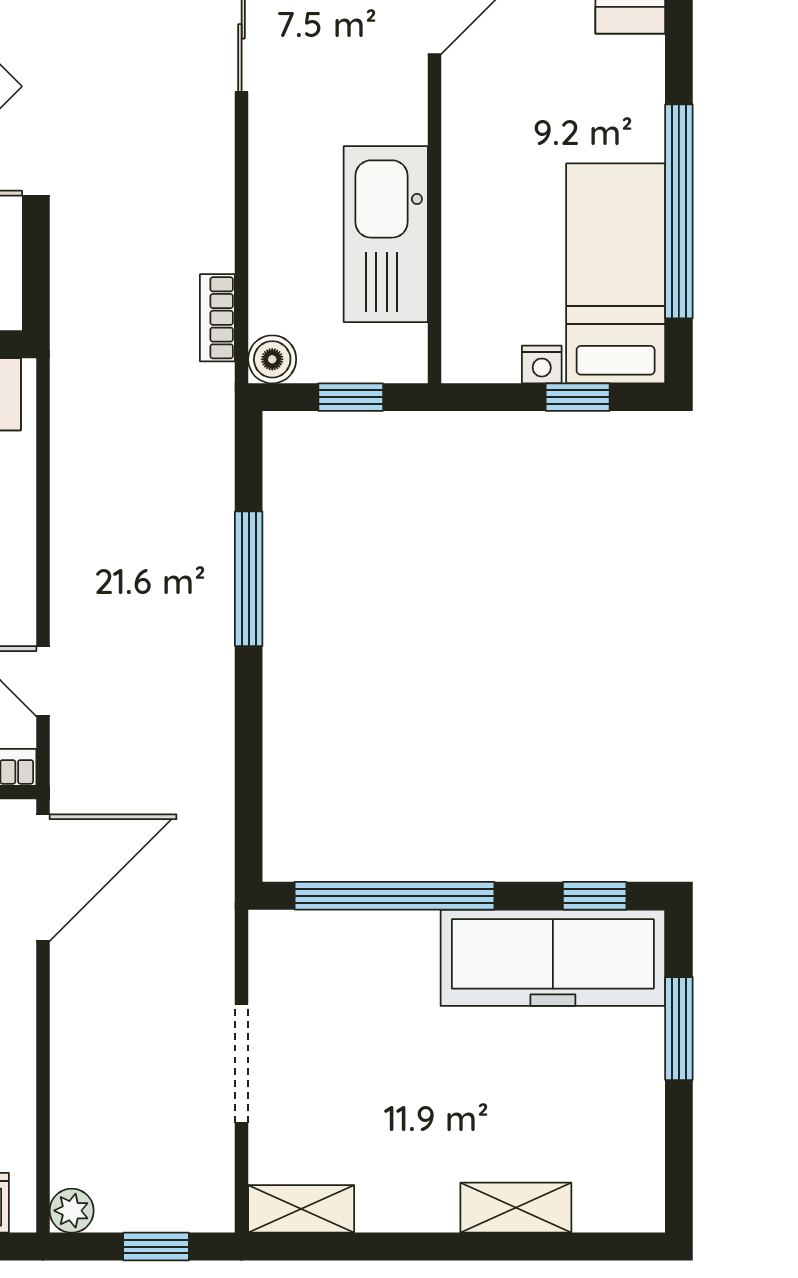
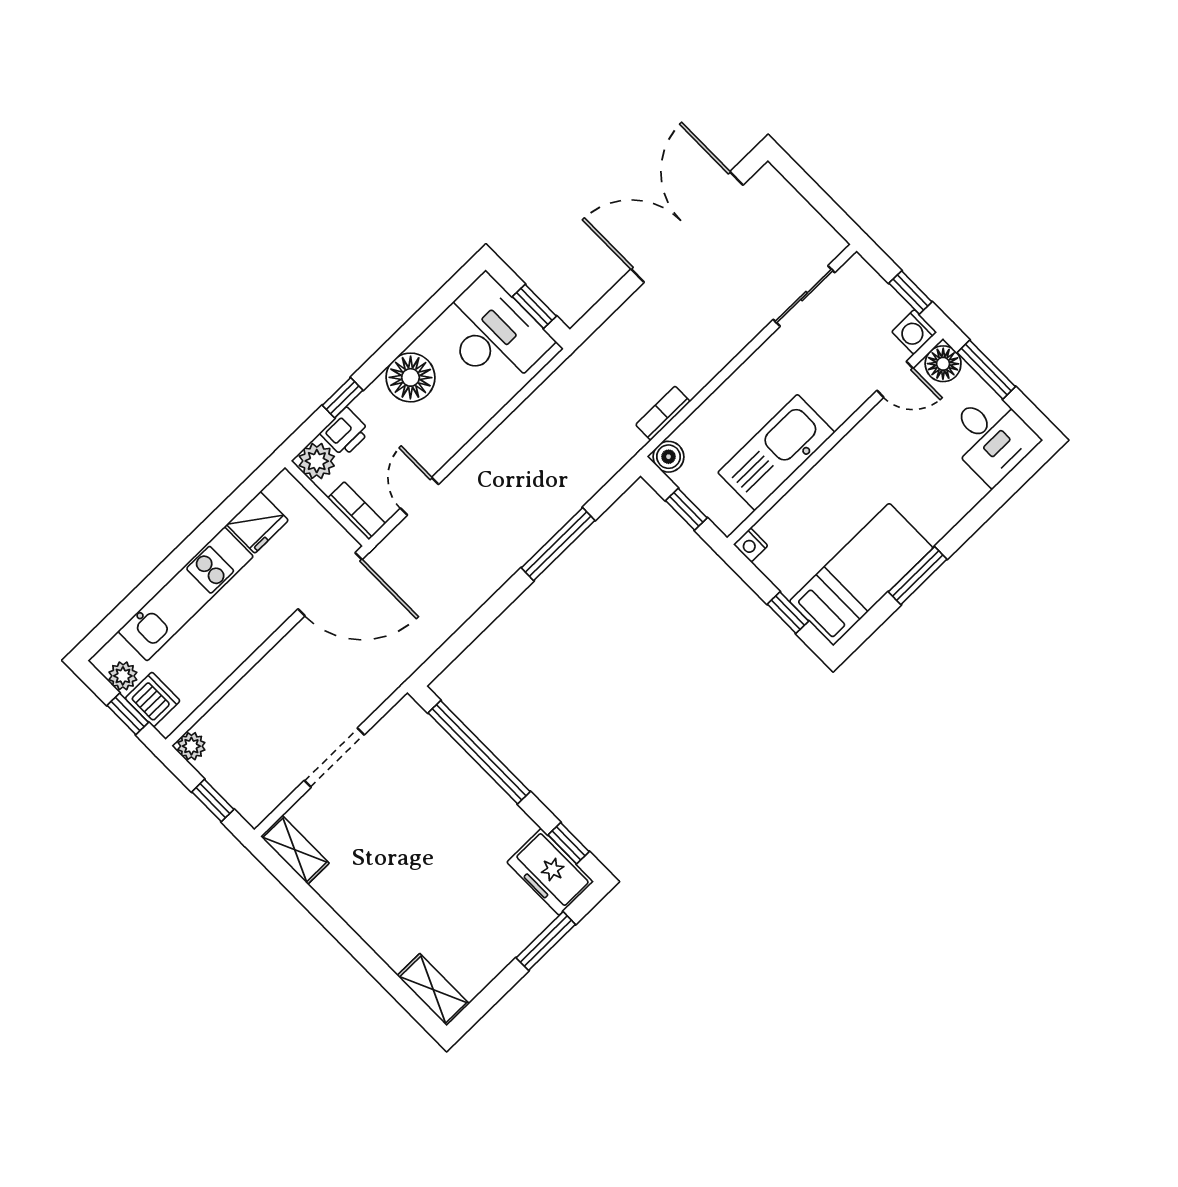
window: (679, 211) -> (918, 576), width x0.47
nightstand: (542, 365) -> (751, 545), moved
freezer: (553, 958) -> (550, 872), width x0.52, depth x0.79
shelving: (516, 1208) -> (433, 990), moved

